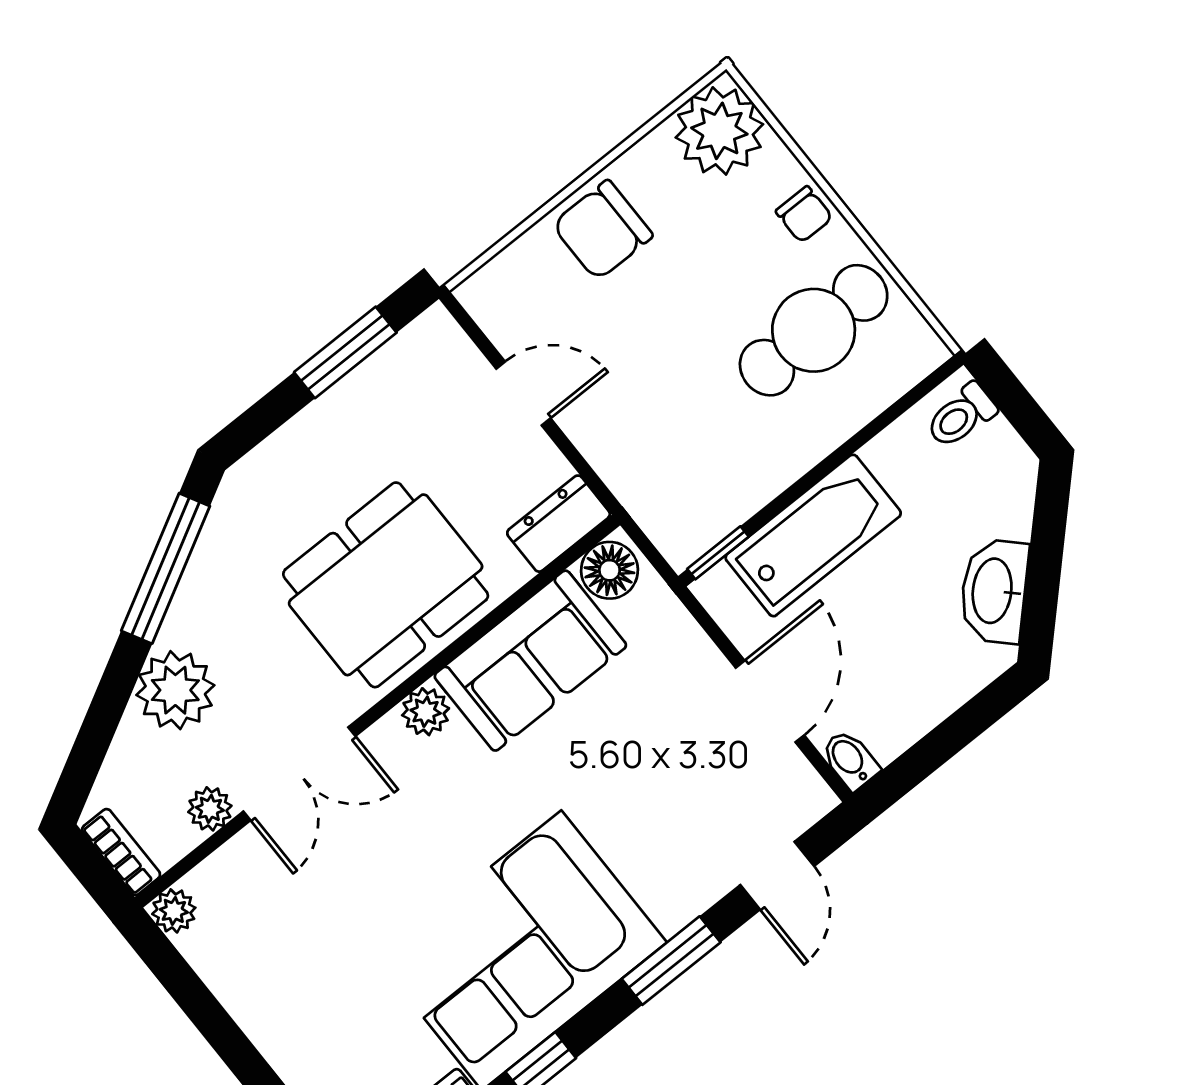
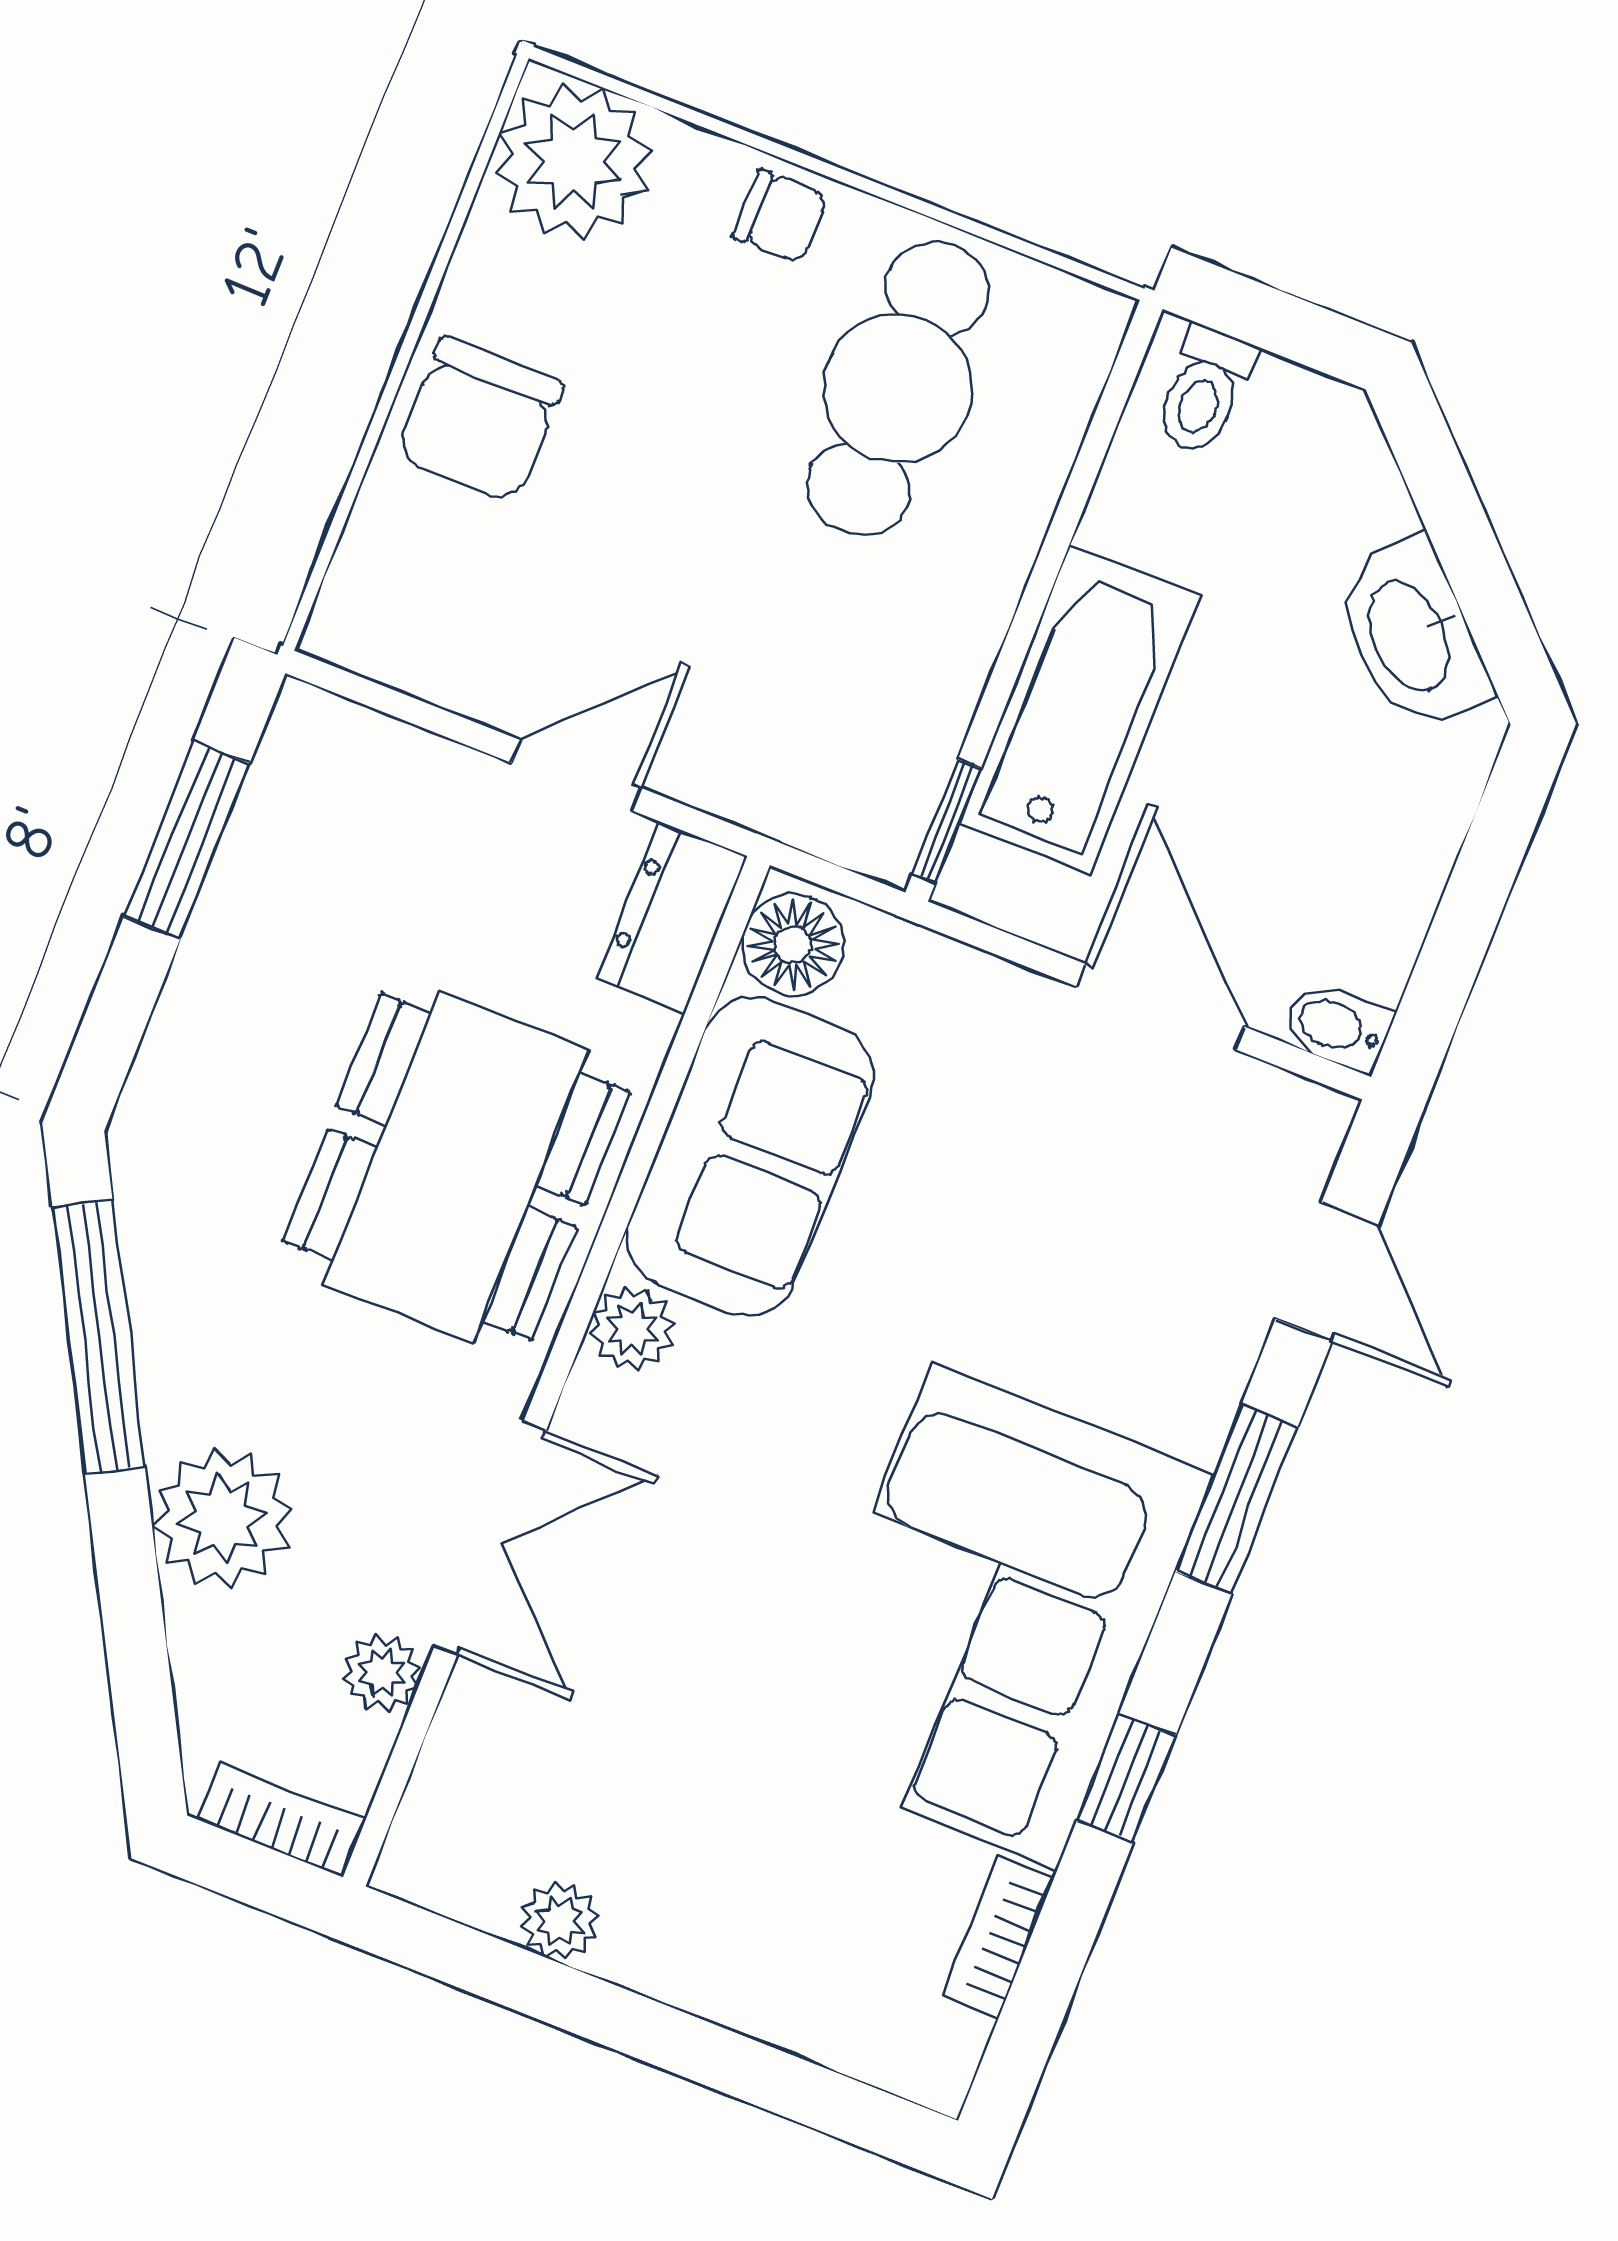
door: (523, 394) -> (576, 775), moved
plant: (174, 911) -> (560, 1921), moved

